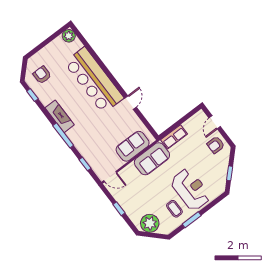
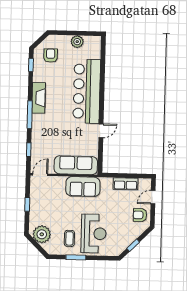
plant: (69, 36) -> (77, 42), moved
row of seats: (174, 137) -> (126, 184), moved
sofa: (133, 146) -> (76, 165), width x1.36
door: (110, 177) -> (40, 175), swing flipped

